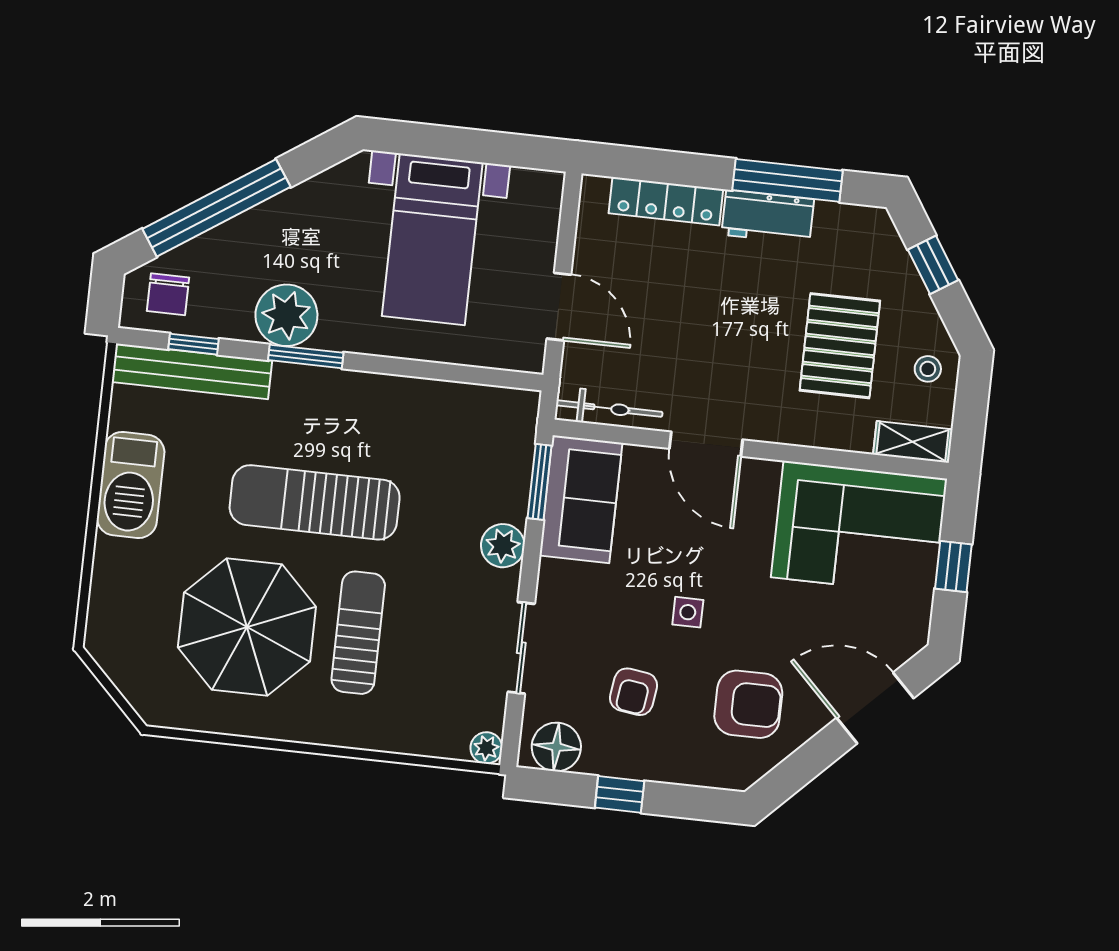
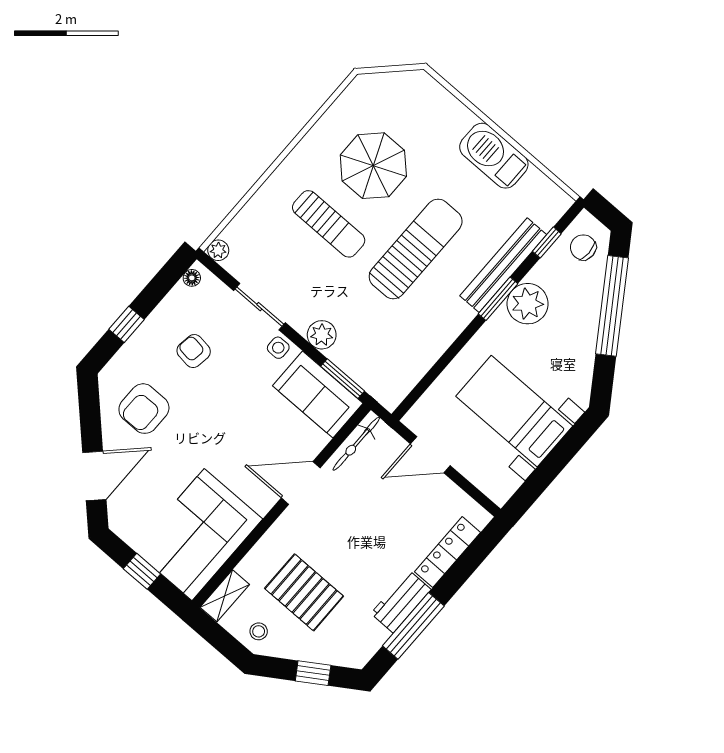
bench: (192, 371) -> (503, 265), moved
side table: (688, 612) -> (278, 348), moved
parasol: (247, 627) -> (373, 166), width x0.73, depth x0.73
floor lamp: (556, 747) -> (192, 278), width x0.53, depth x0.53
window: (620, 794) -> (126, 324), moved

